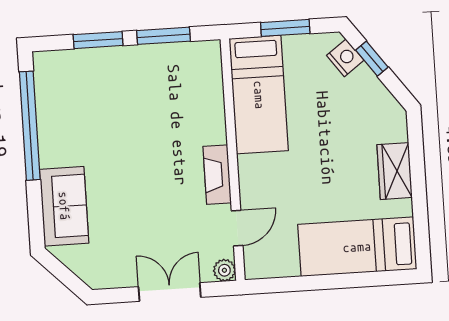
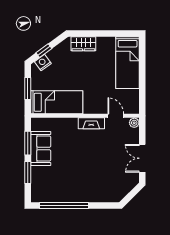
wardrobe: (395, 171) -> (83, 44), moved
sofa: (64, 206) -> (41, 149), moved, turned 90
double door: (170, 292) -> (142, 158), moved

